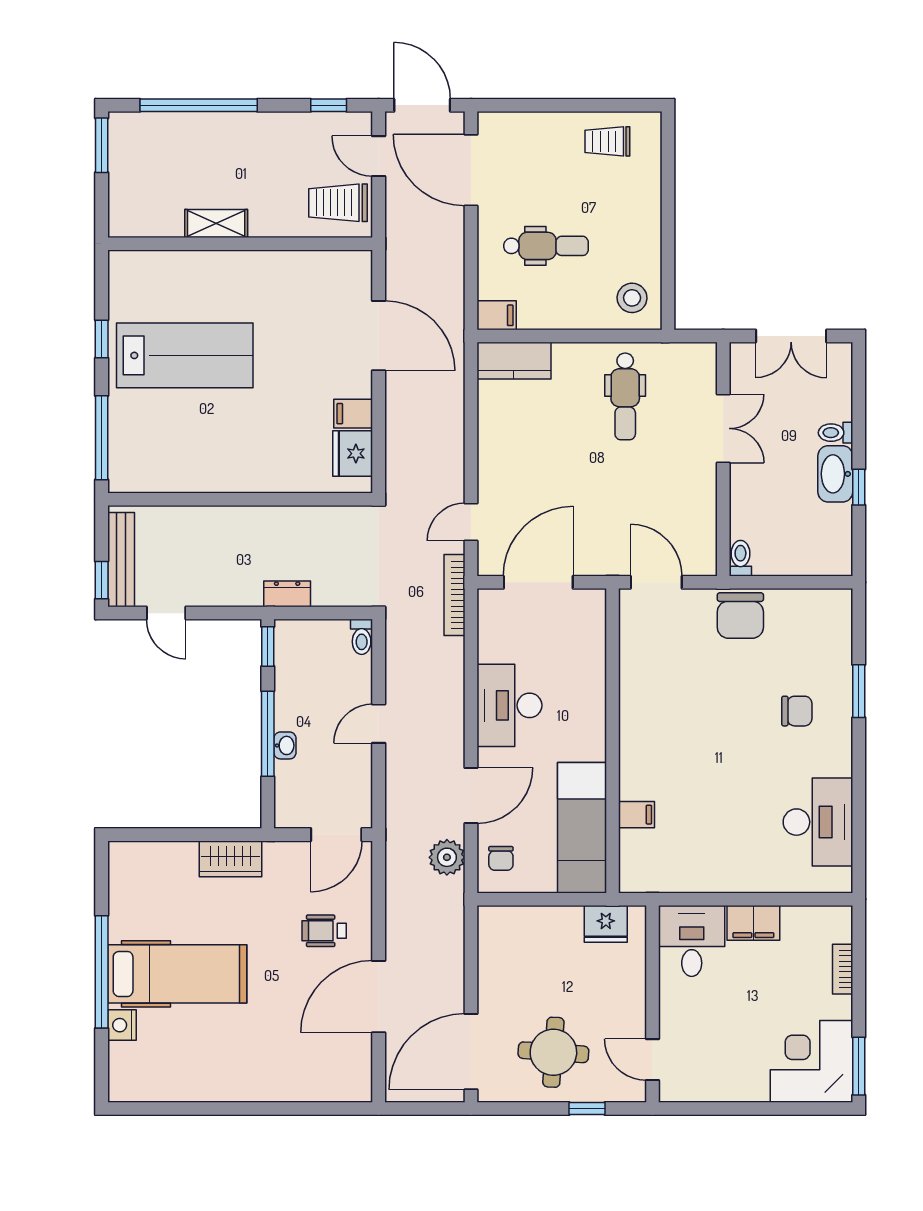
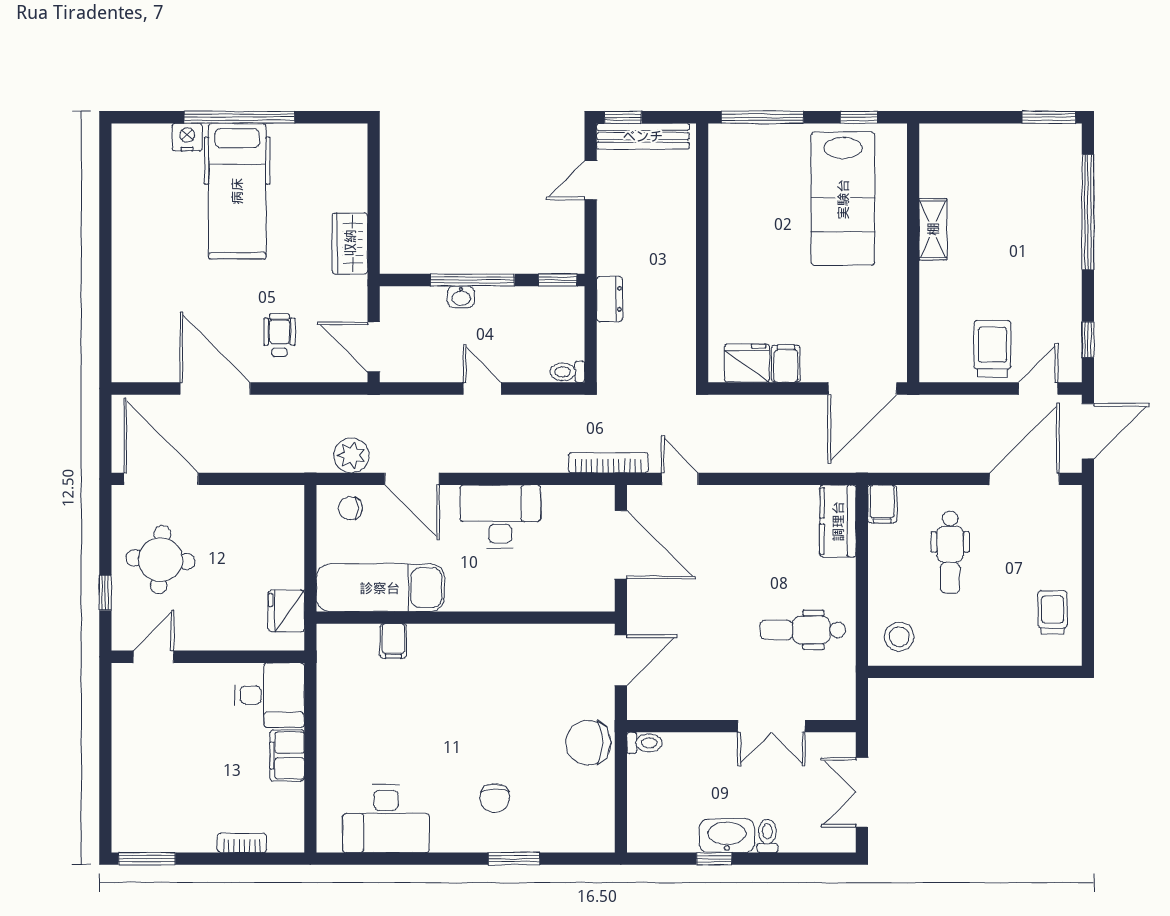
shelving: (216, 223) -> (933, 229), moved
wall: (240, 244) -> (913, 253), moved
corner desk: (812, 1061) -> (152, 812), removed

